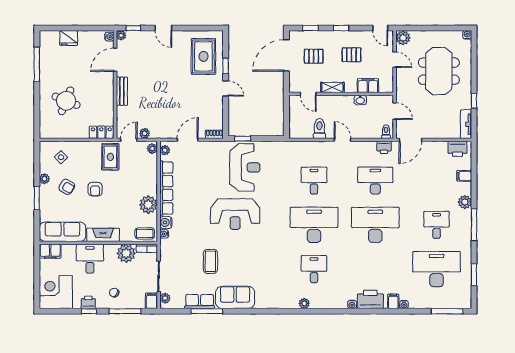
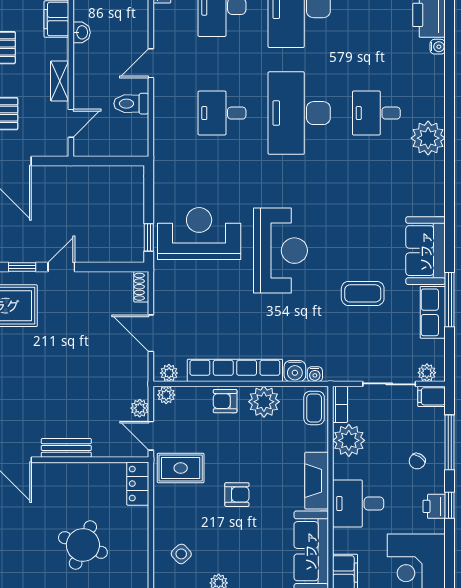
armchair: (67, 187) -> (225, 401), moved, turned -120
plant: (304, 303) -> (428, 138), width x1.88, depth x1.88

